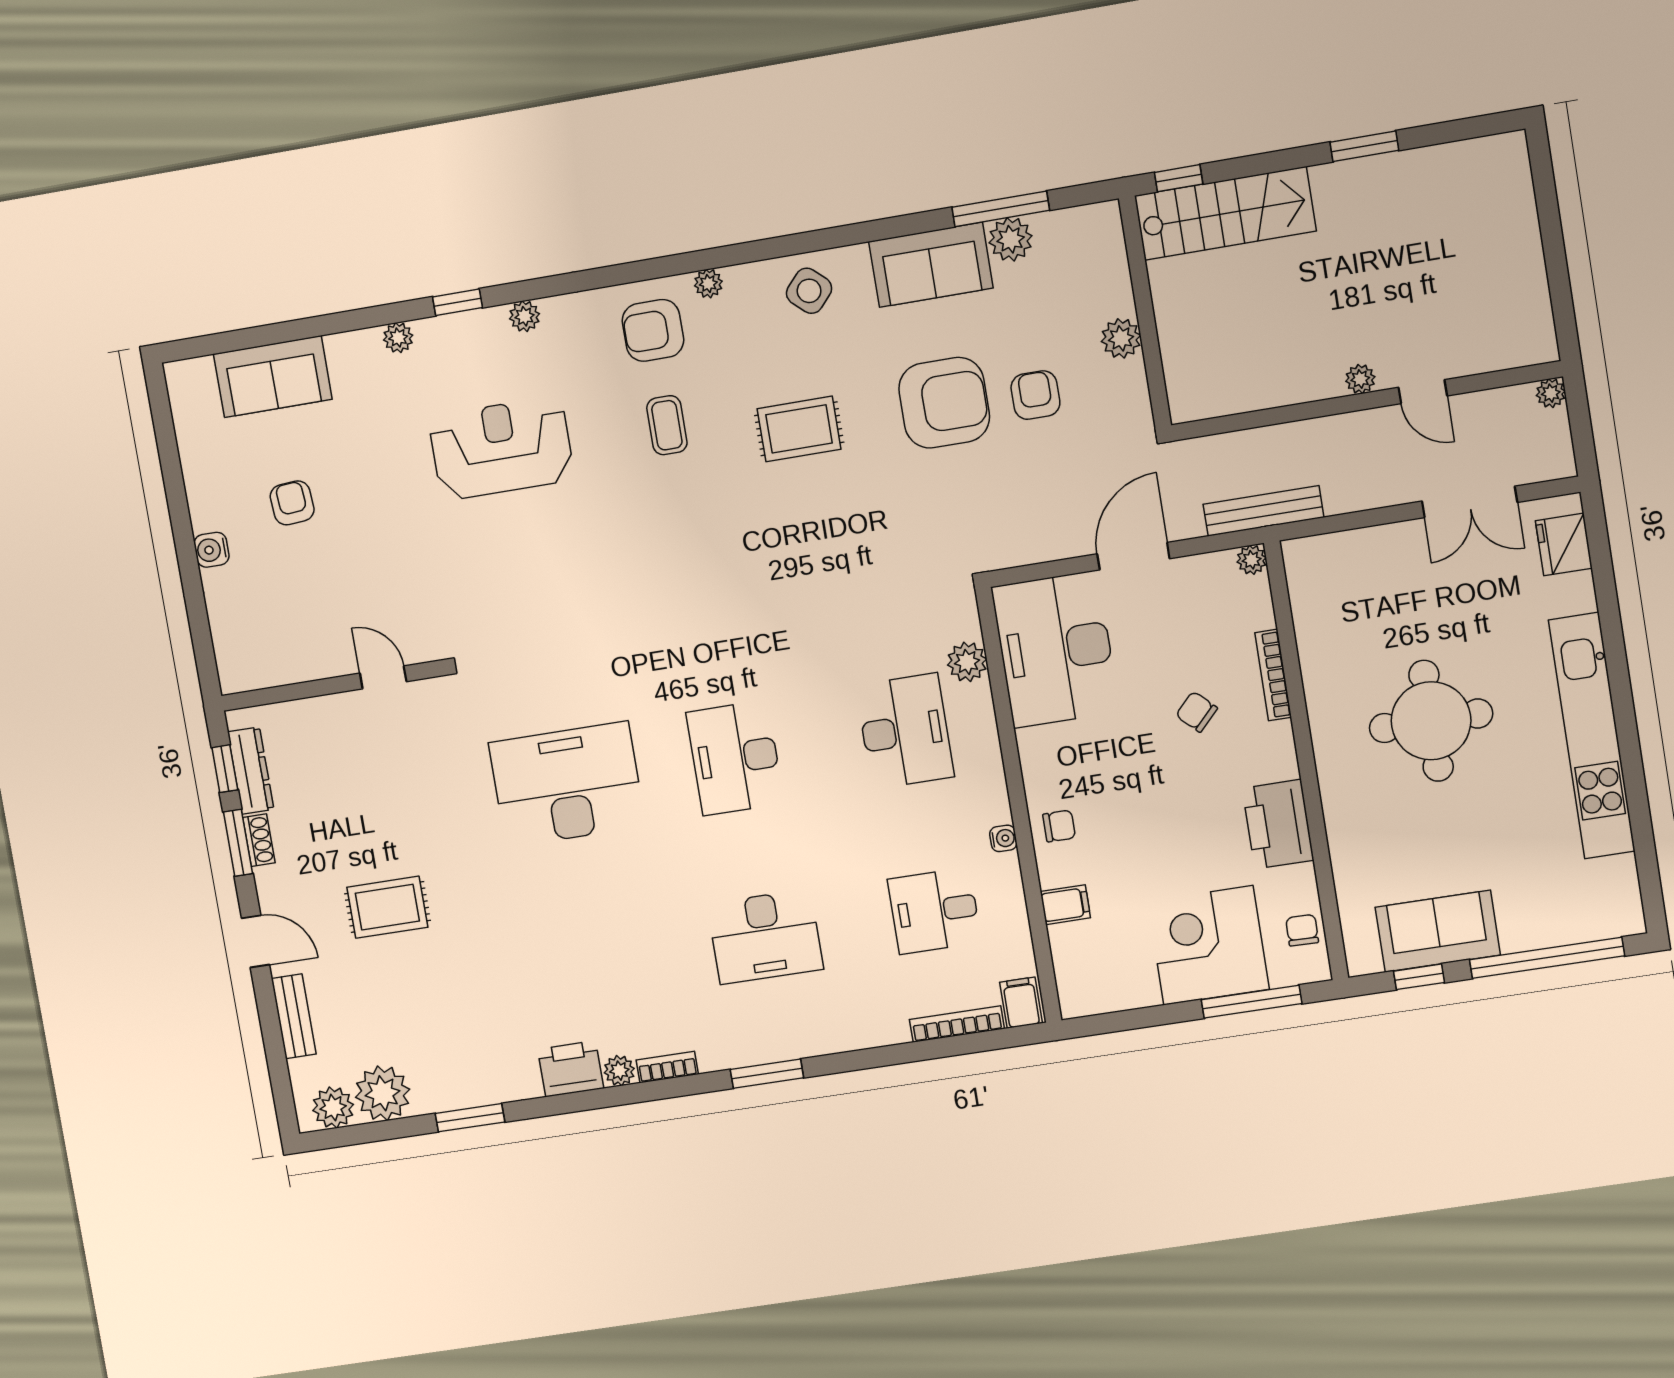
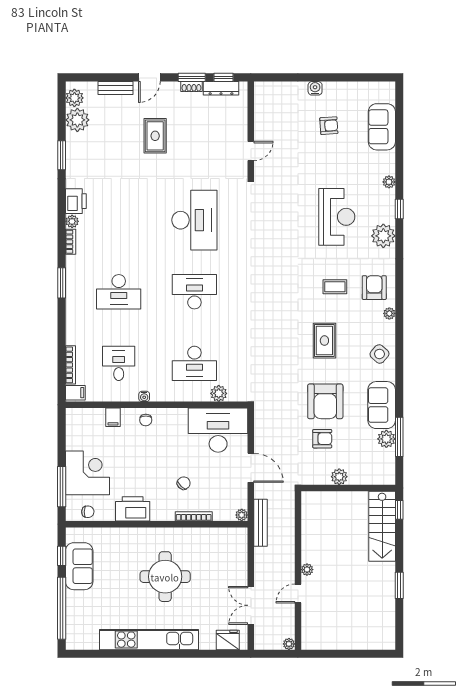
plant: (525, 316) -> (383, 236), width x1.88, depth x1.88
desk: (765, 937) -> (119, 292), turned -90

